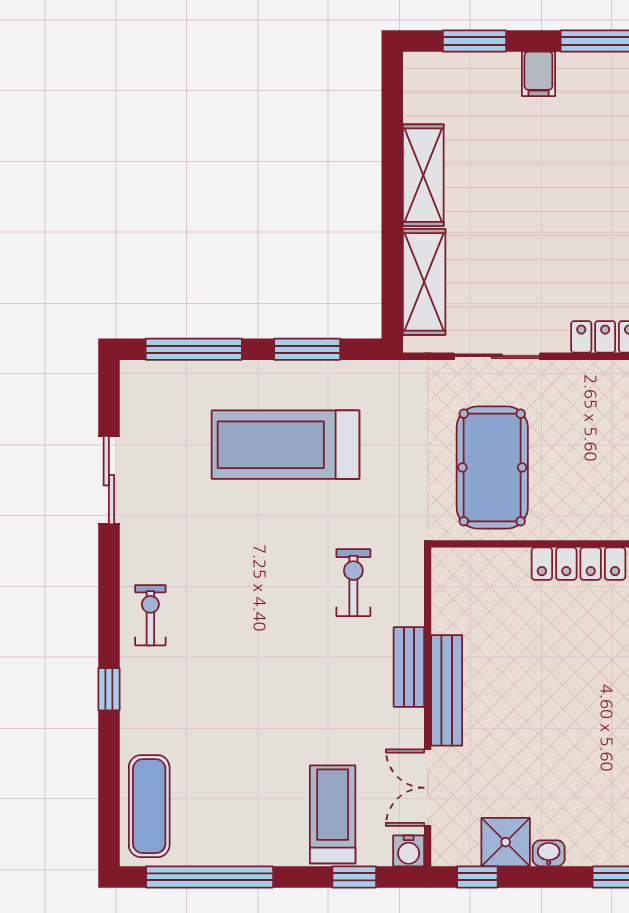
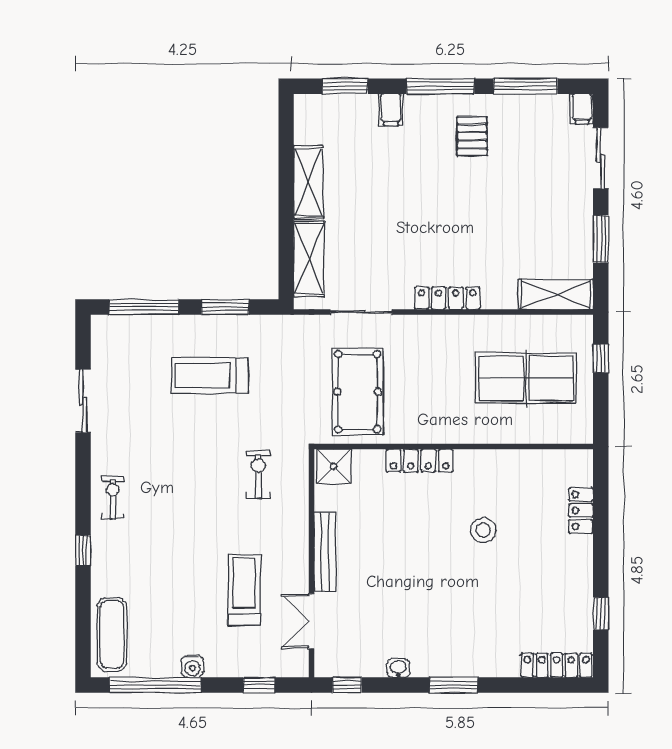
treadmill: (286, 445) -> (210, 375), width x0.73, depth x0.73
bench: (409, 667) -> (298, 535), removed
treadmill: (333, 814) -> (244, 590), moved
shower: (506, 842) -> (333, 466), moved
water cooler: (409, 851) -> (192, 666), moved

